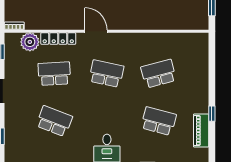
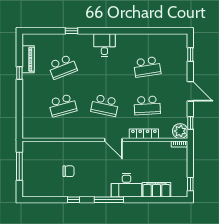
plant: (30, 42) -> (180, 131), moved
school desk: (54, 121) -> (147, 67), turned -30
school desk: (159, 121) -> (63, 67), turned -36

